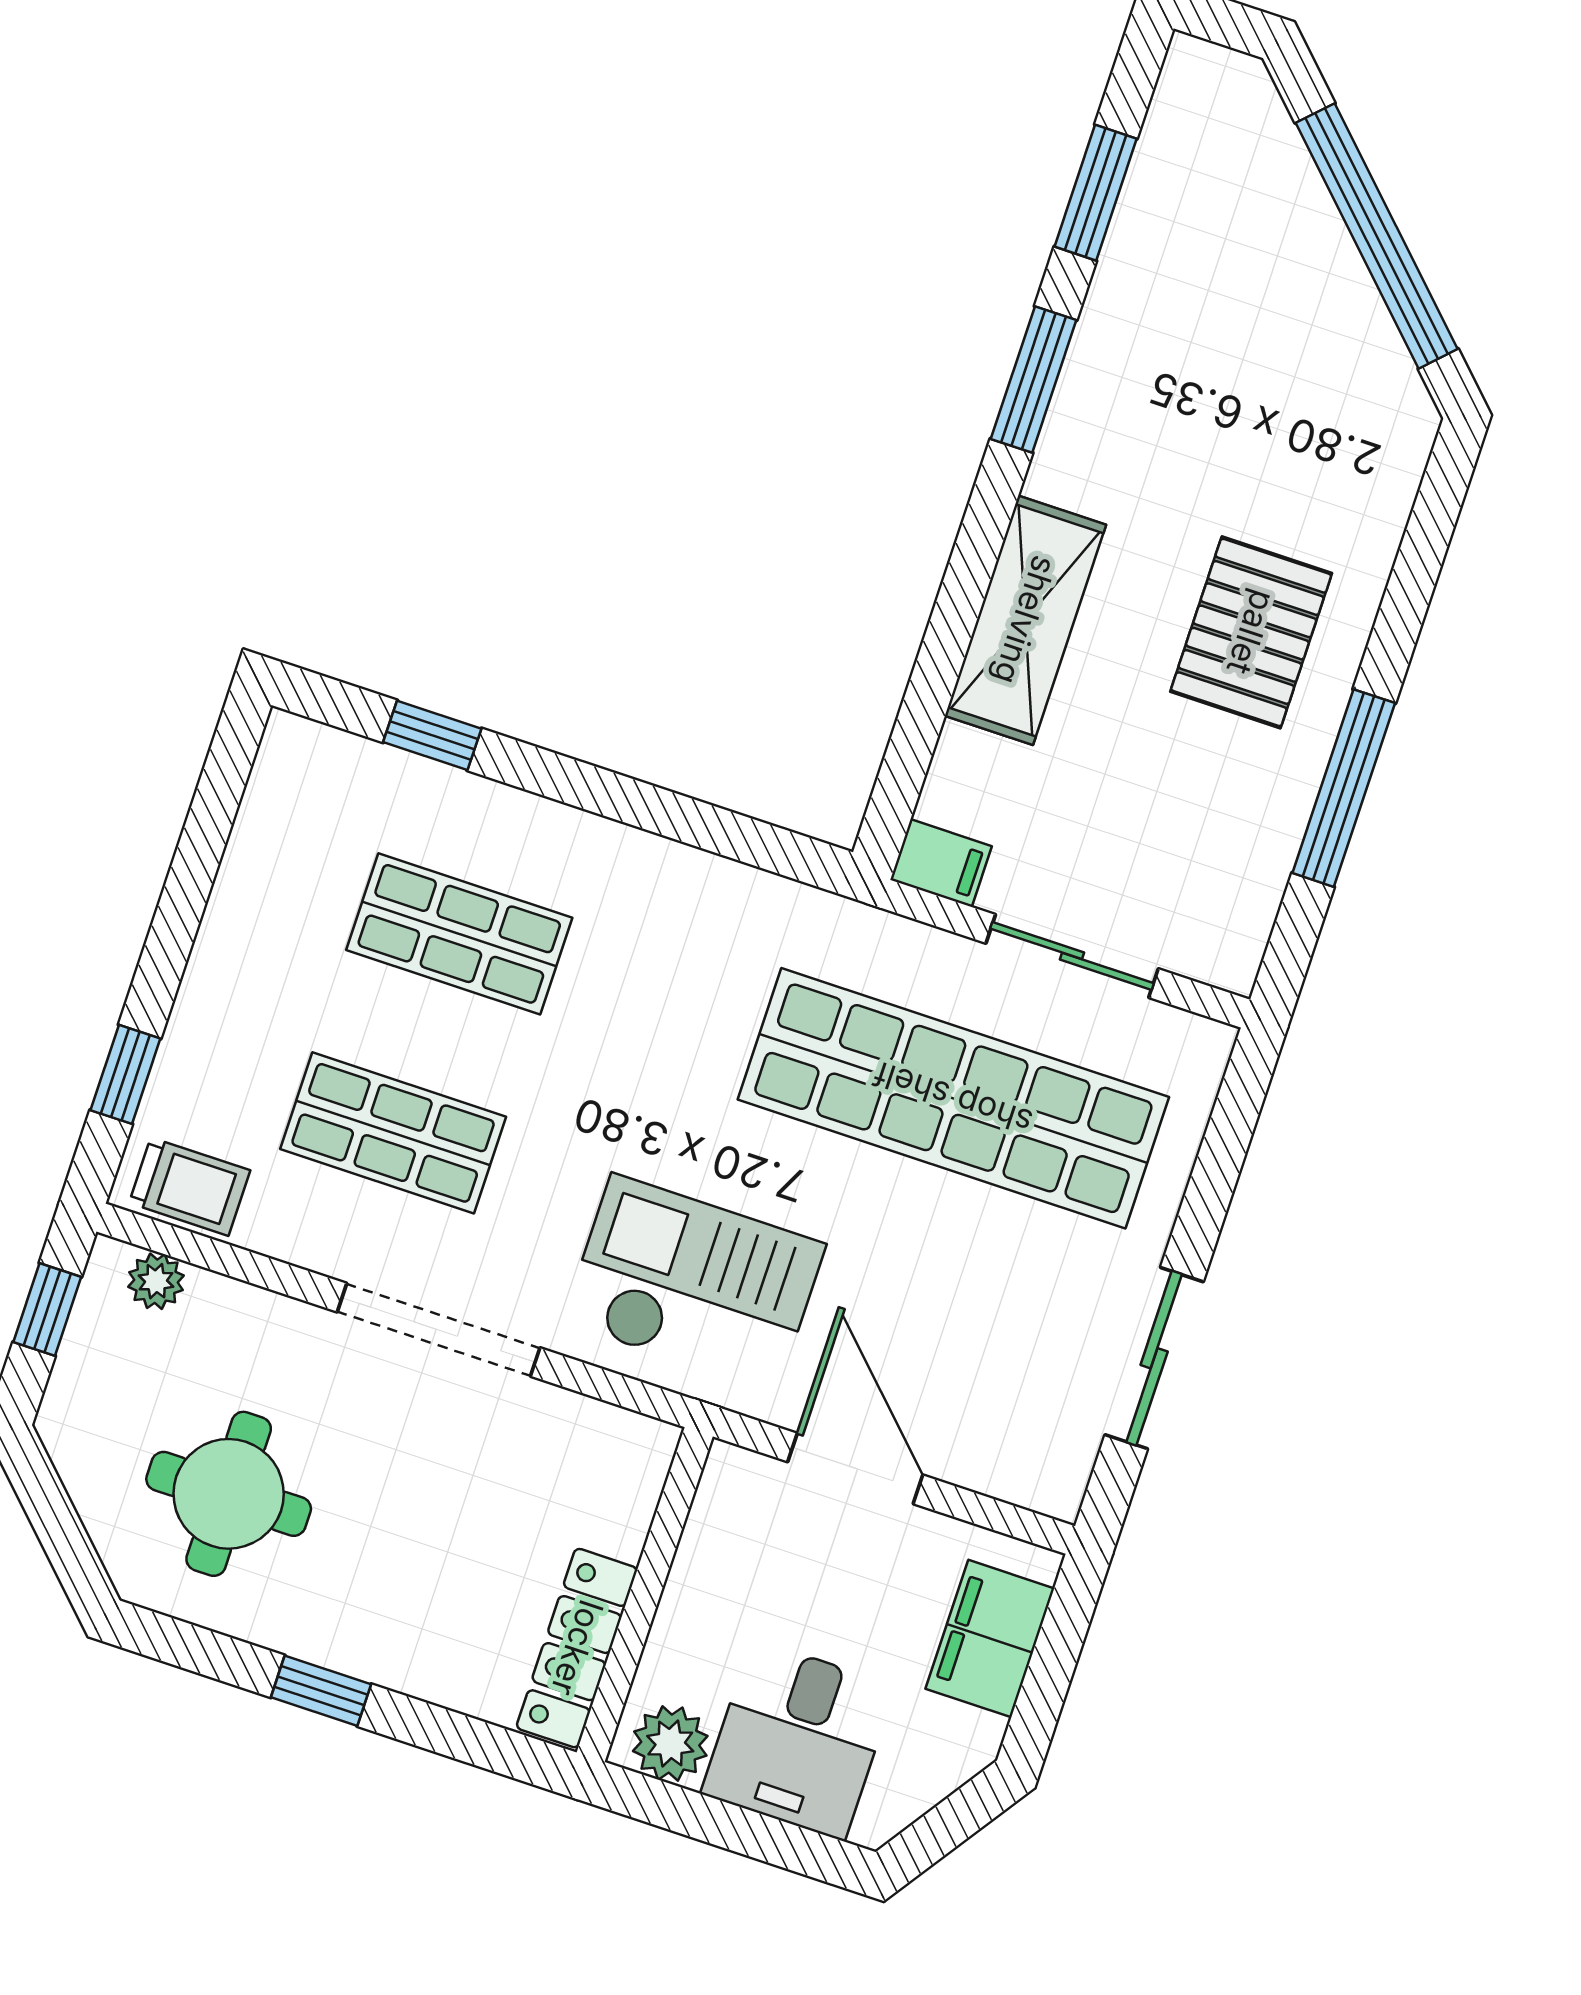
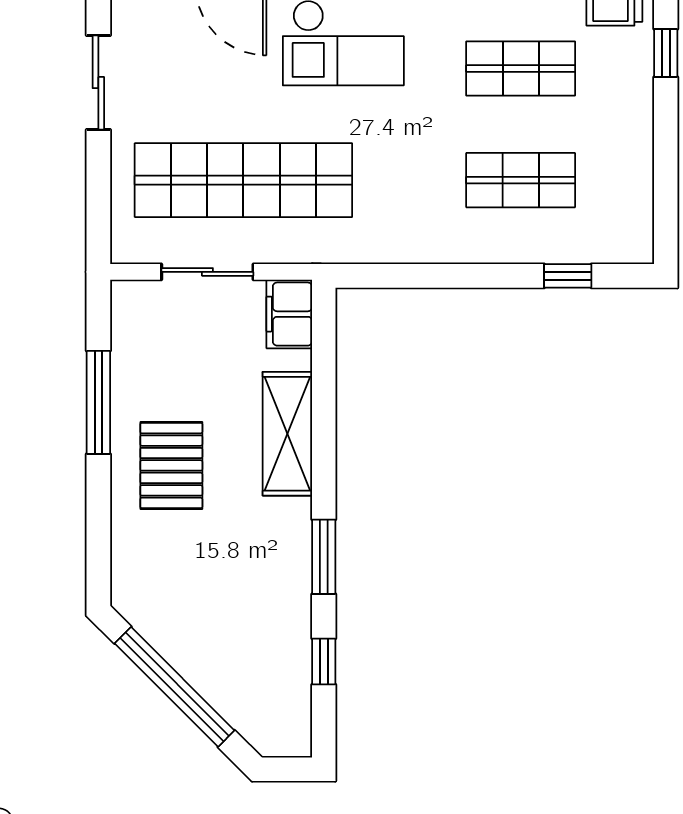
window: (1096, 193) -> (324, 662), width x0.67
filing cabinet: (941, 863) -> (289, 314), width x2.00

